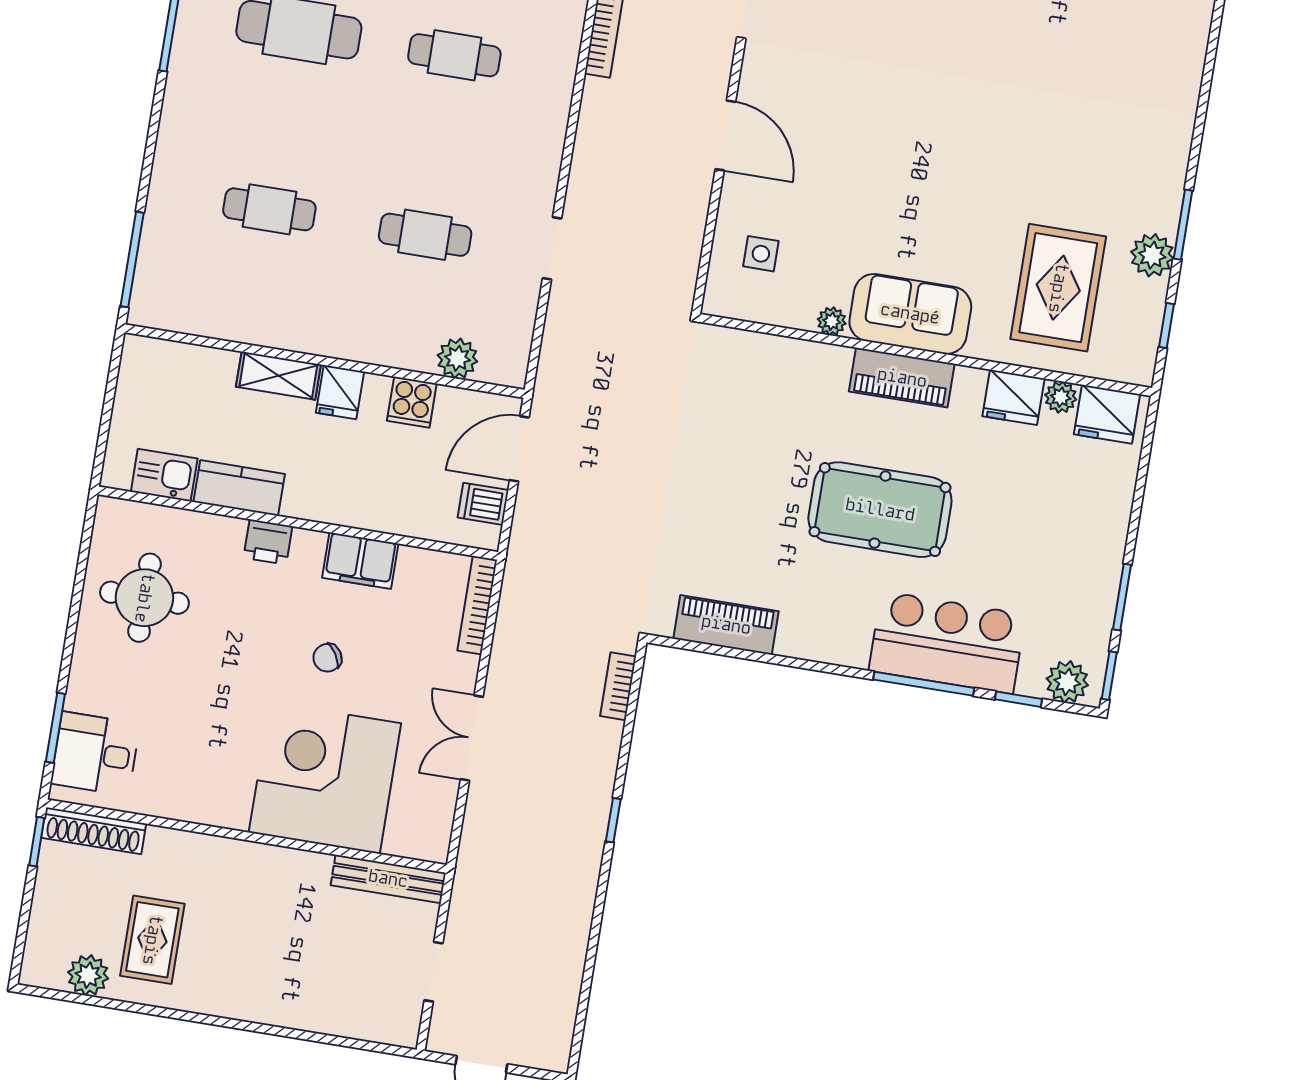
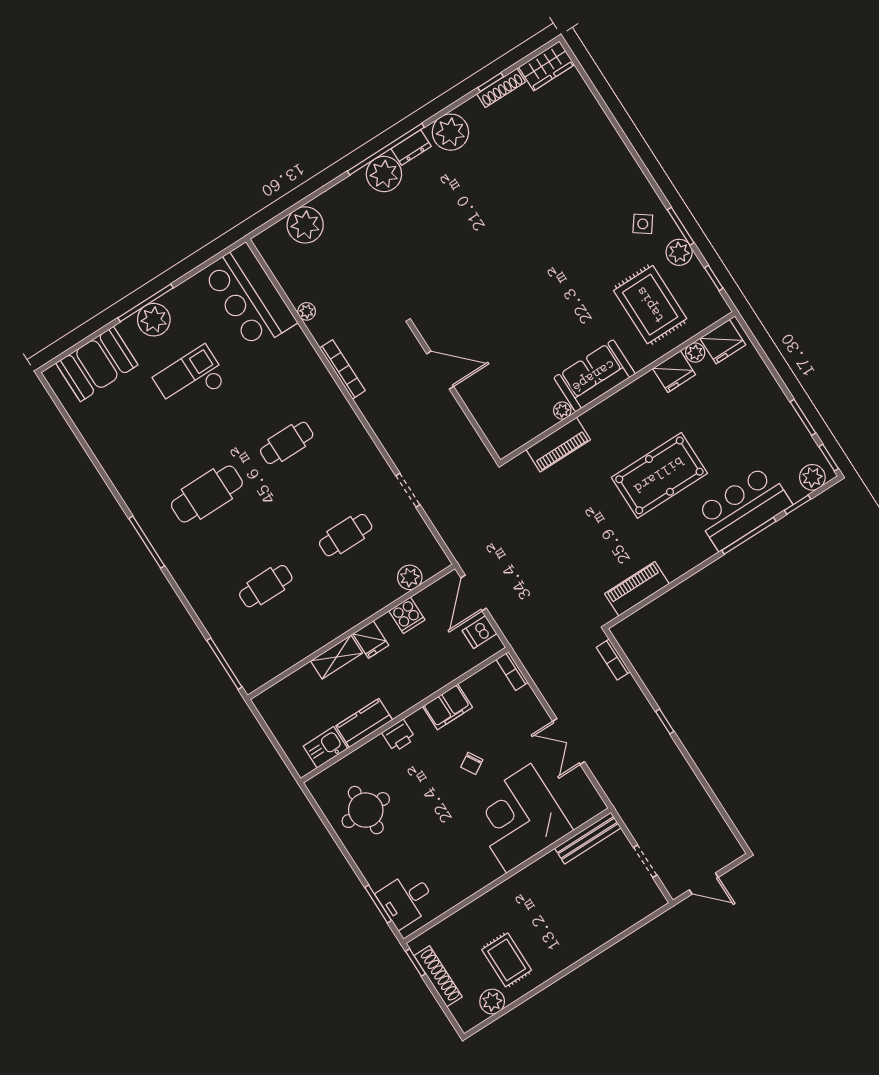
side table: (761, 254) -> (643, 224), moved, turned 36
piano: (902, 378) -> (558, 445), moved
bookcase: (477, 605) -> (512, 671), width x0.64
shoe rack: (94, 831) -> (438, 976), moved, turned -90

